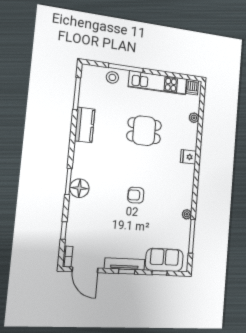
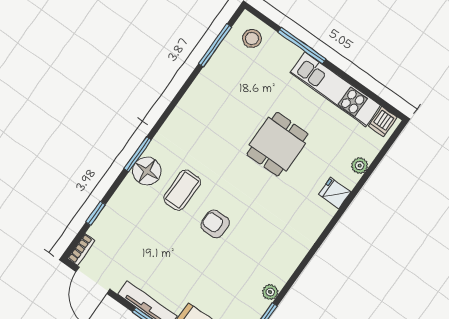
stool: (112, 77) -> (252, 38), moved
kitchen counter: (85, 125) -> (201, 92), removed
dining table: (144, 131) -> (277, 144), turned 90
fridge: (188, 157) -> (335, 193), moved
coffee table: (106, 187) -> (182, 190), added

